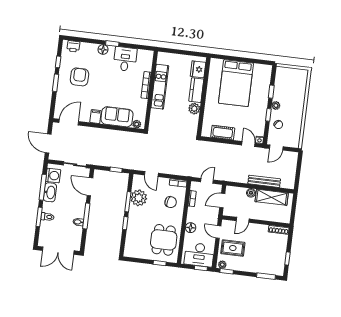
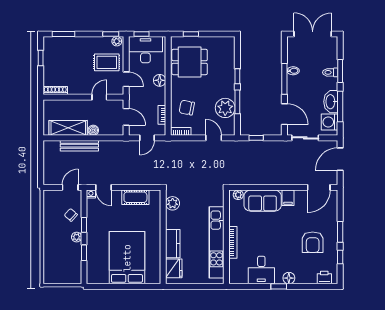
kitchen unit: (160, 87) -> (216, 242), width x1.36
plant: (194, 109) -> (173, 203), moved
door: (48, 143) -> (340, 159), swing flipped
door: (222, 201) -> (126, 117), hinge flipped
dining table: (164, 240) -> (190, 62), turned 90

